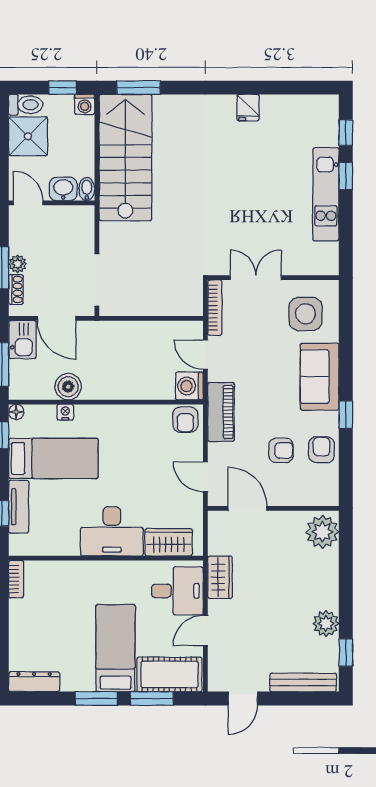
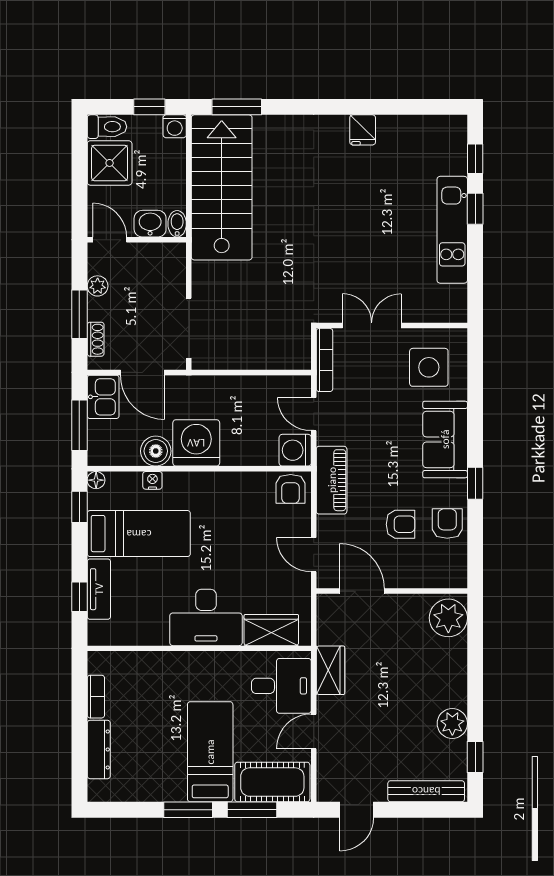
plant: (18, 264) -> (98, 286), moved
washing machine: (103, 380) -> (196, 443), added
bookcase: (16, 579) -> (96, 697), moved
dresser: (34, 682) -> (99, 749), moved, turned 90

